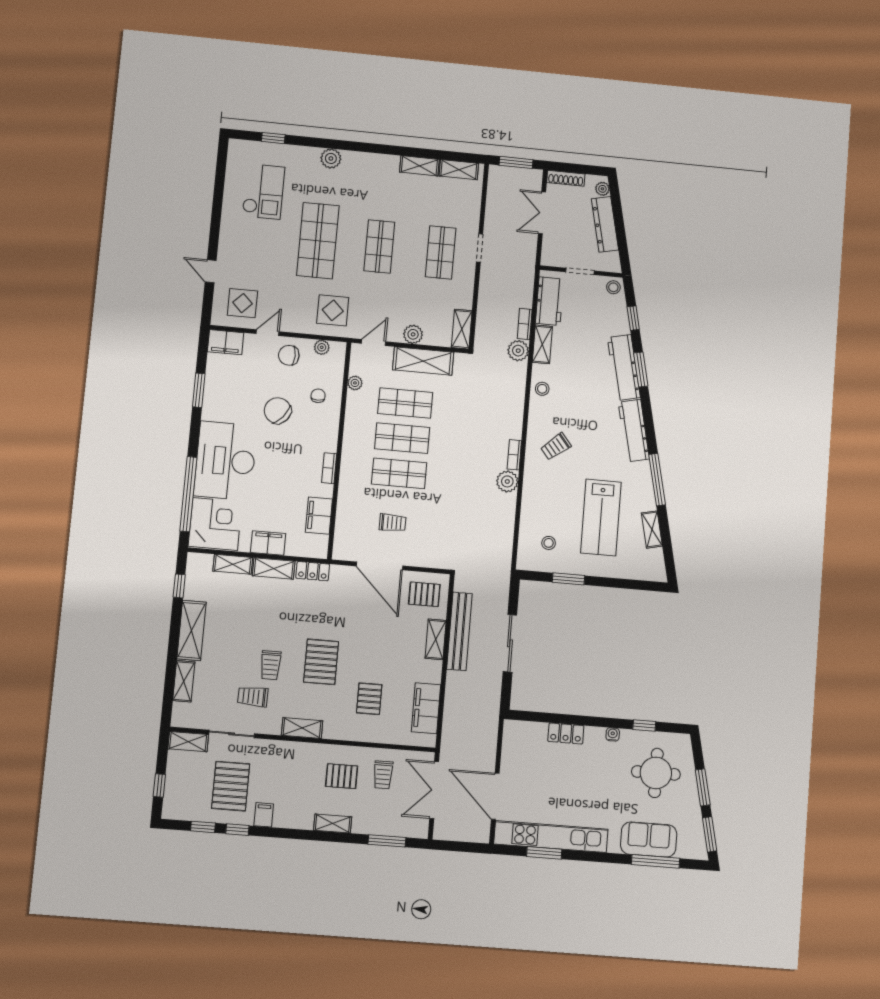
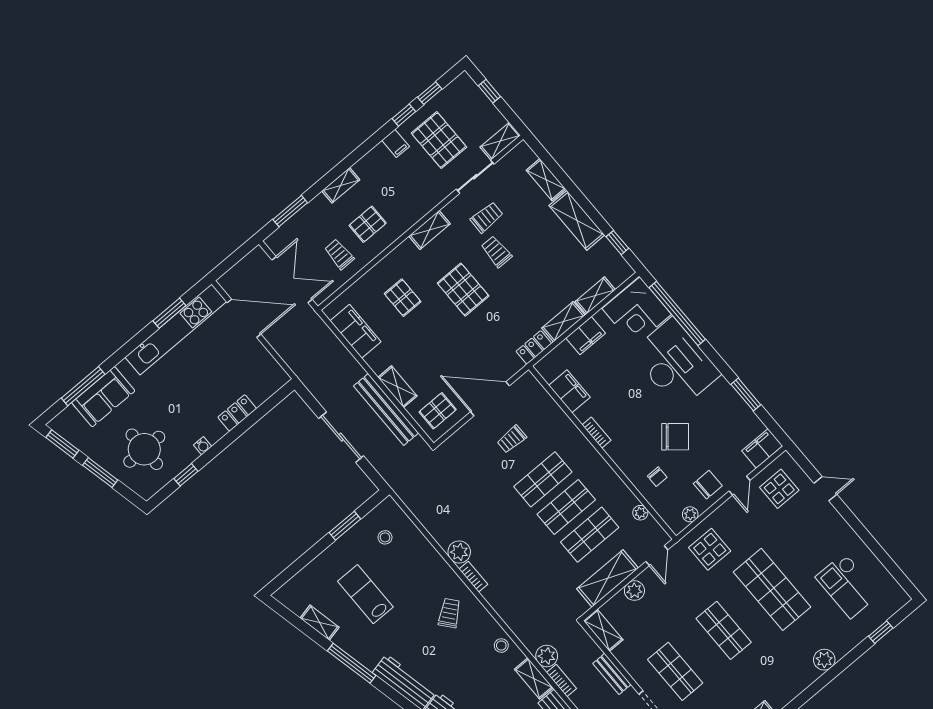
bench: (486, 294) -> (612, 674), added
lab bench: (601, 517) -> (365, 594), width x0.73, depth x0.72

